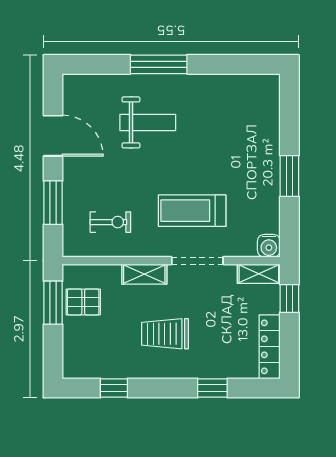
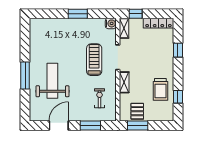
weight bench: (148, 122) -> (52, 81), width x1.36, depth x1.33
treadmill: (192, 211) -> (94, 60), turned 180
trolley: (165, 334) -> (160, 89), moved

